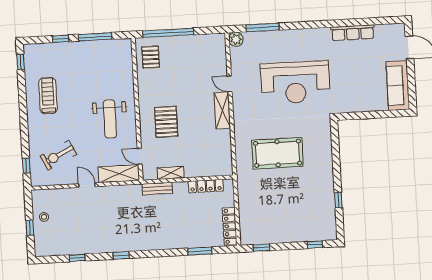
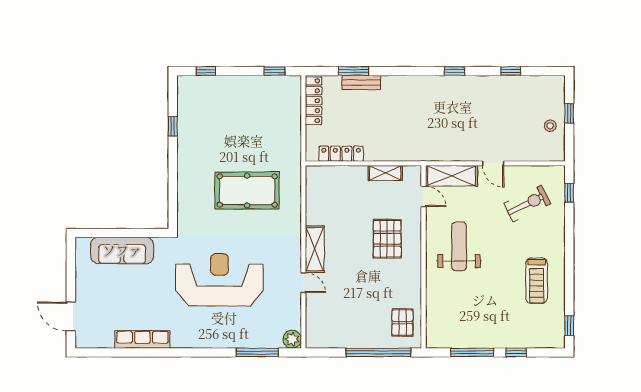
sofa: (398, 86) -> (122, 250), moved, turned 90
bench: (157, 189) -> (361, 83), moved

